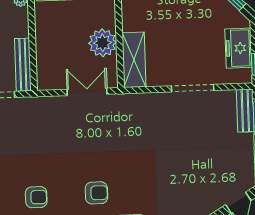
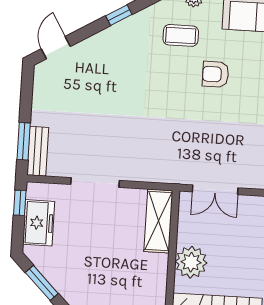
plant: (103, 43) -> (191, 262), moved

